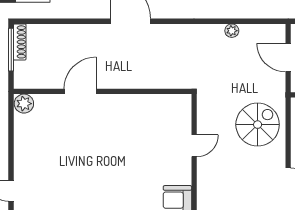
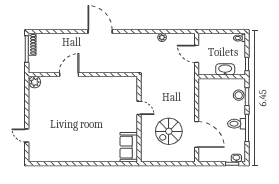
spiral stairs: (258, 125) -> (169, 131), moved, turned 180
door: (194, 146) -> (139, 108), hinge flipped

